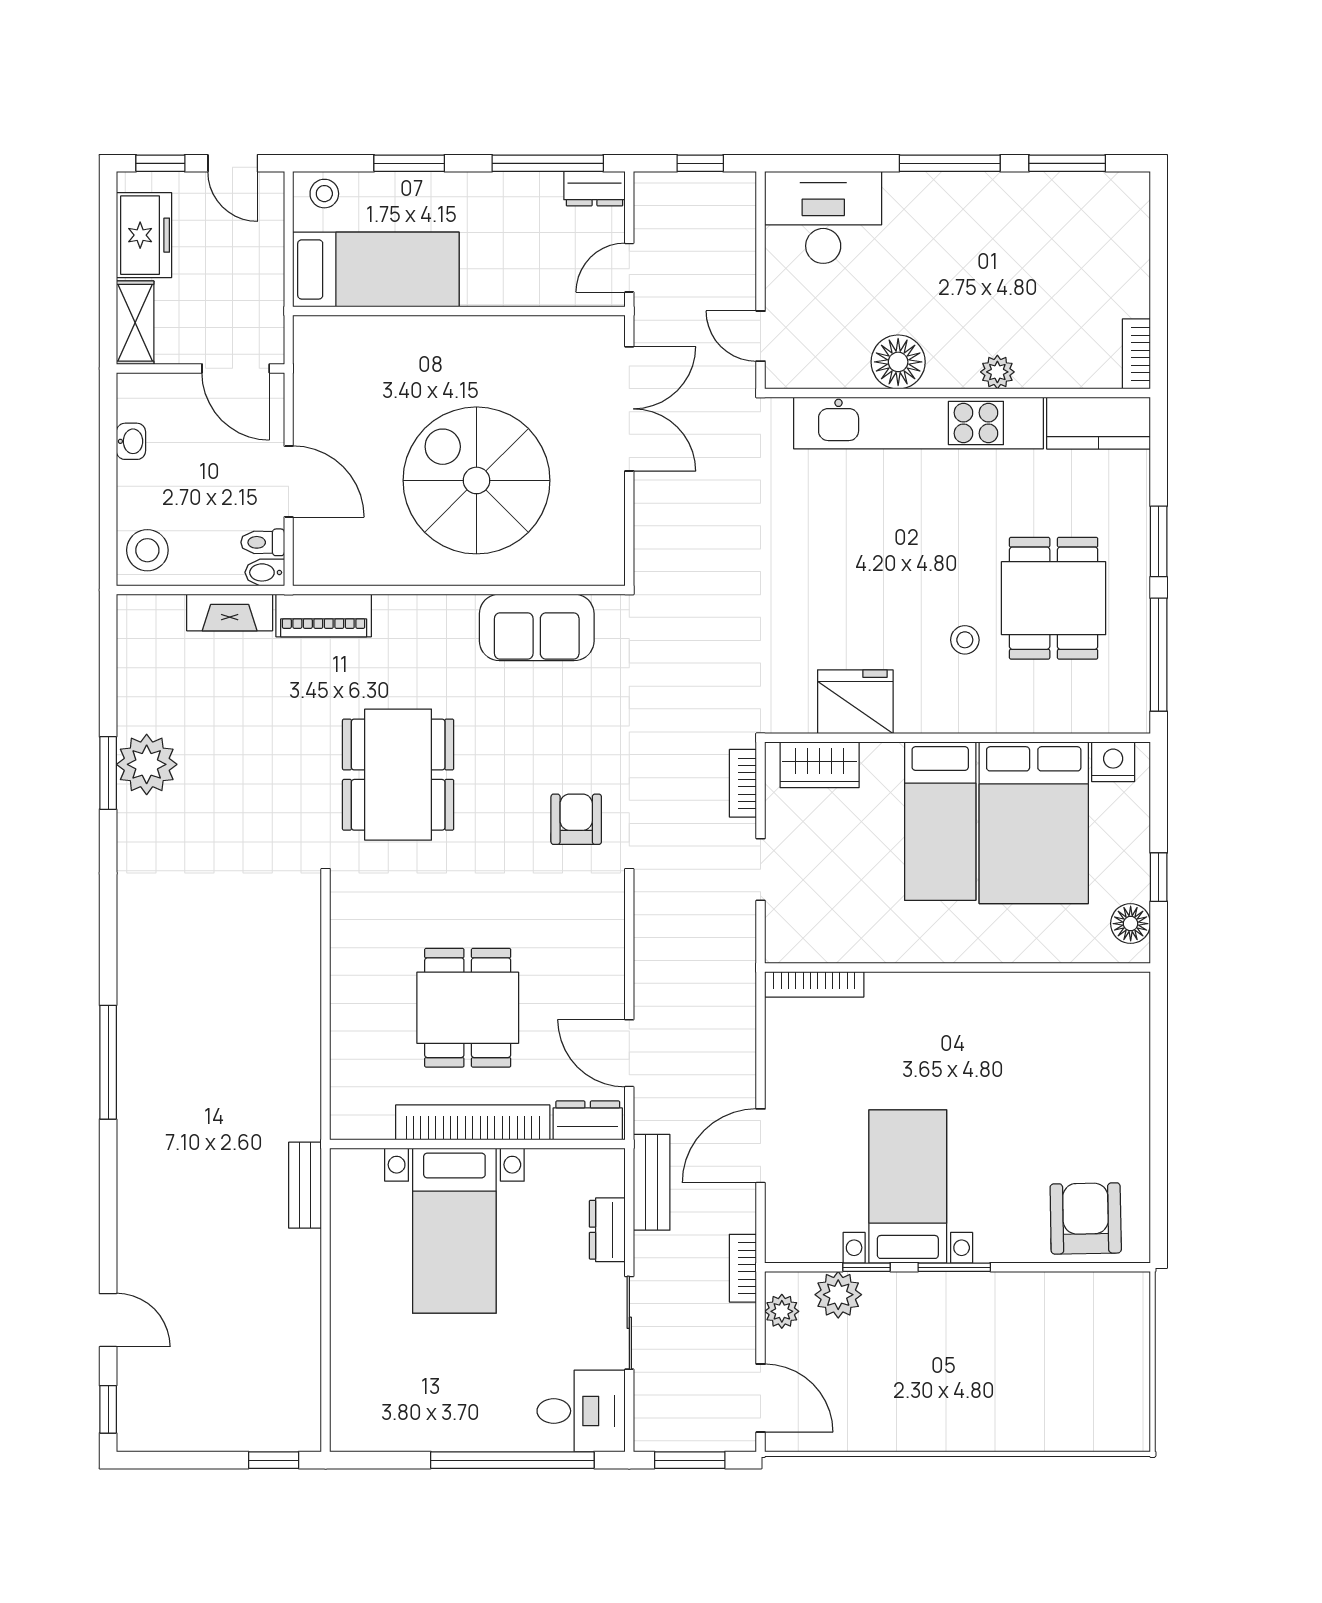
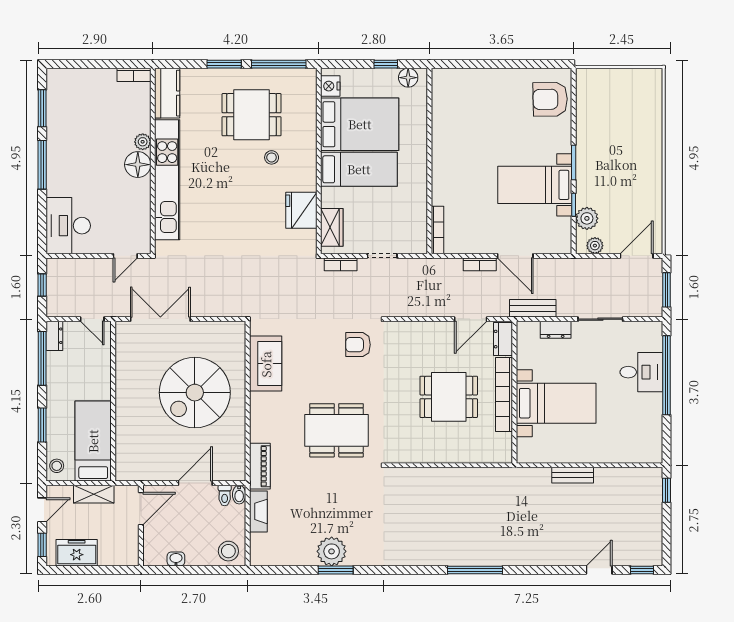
shelving: (135, 323) -> (94, 494), moved
floor lamp: (898, 362) -> (138, 165), moved
bench: (305, 1185) -> (573, 475), moved
bookcase: (743, 1268) -> (480, 264), moved
desk: (581, 1411) -> (641, 372), moved, turned 90

